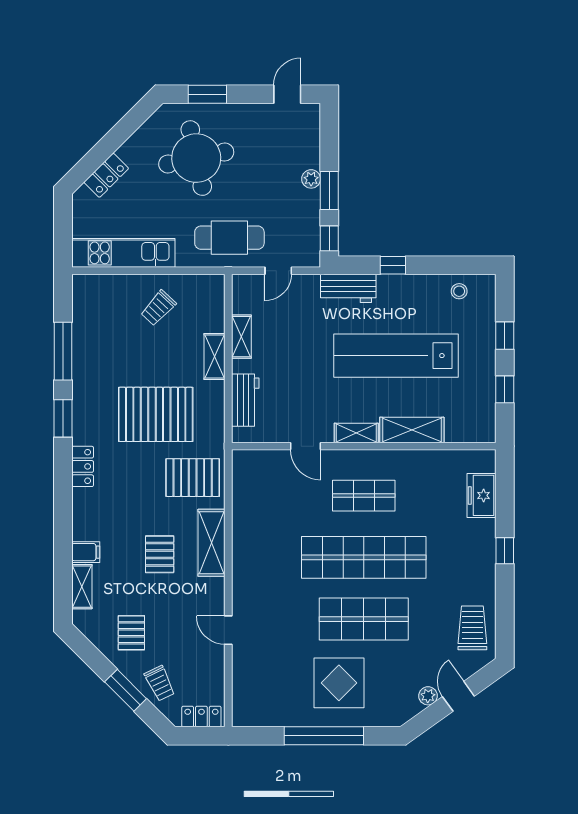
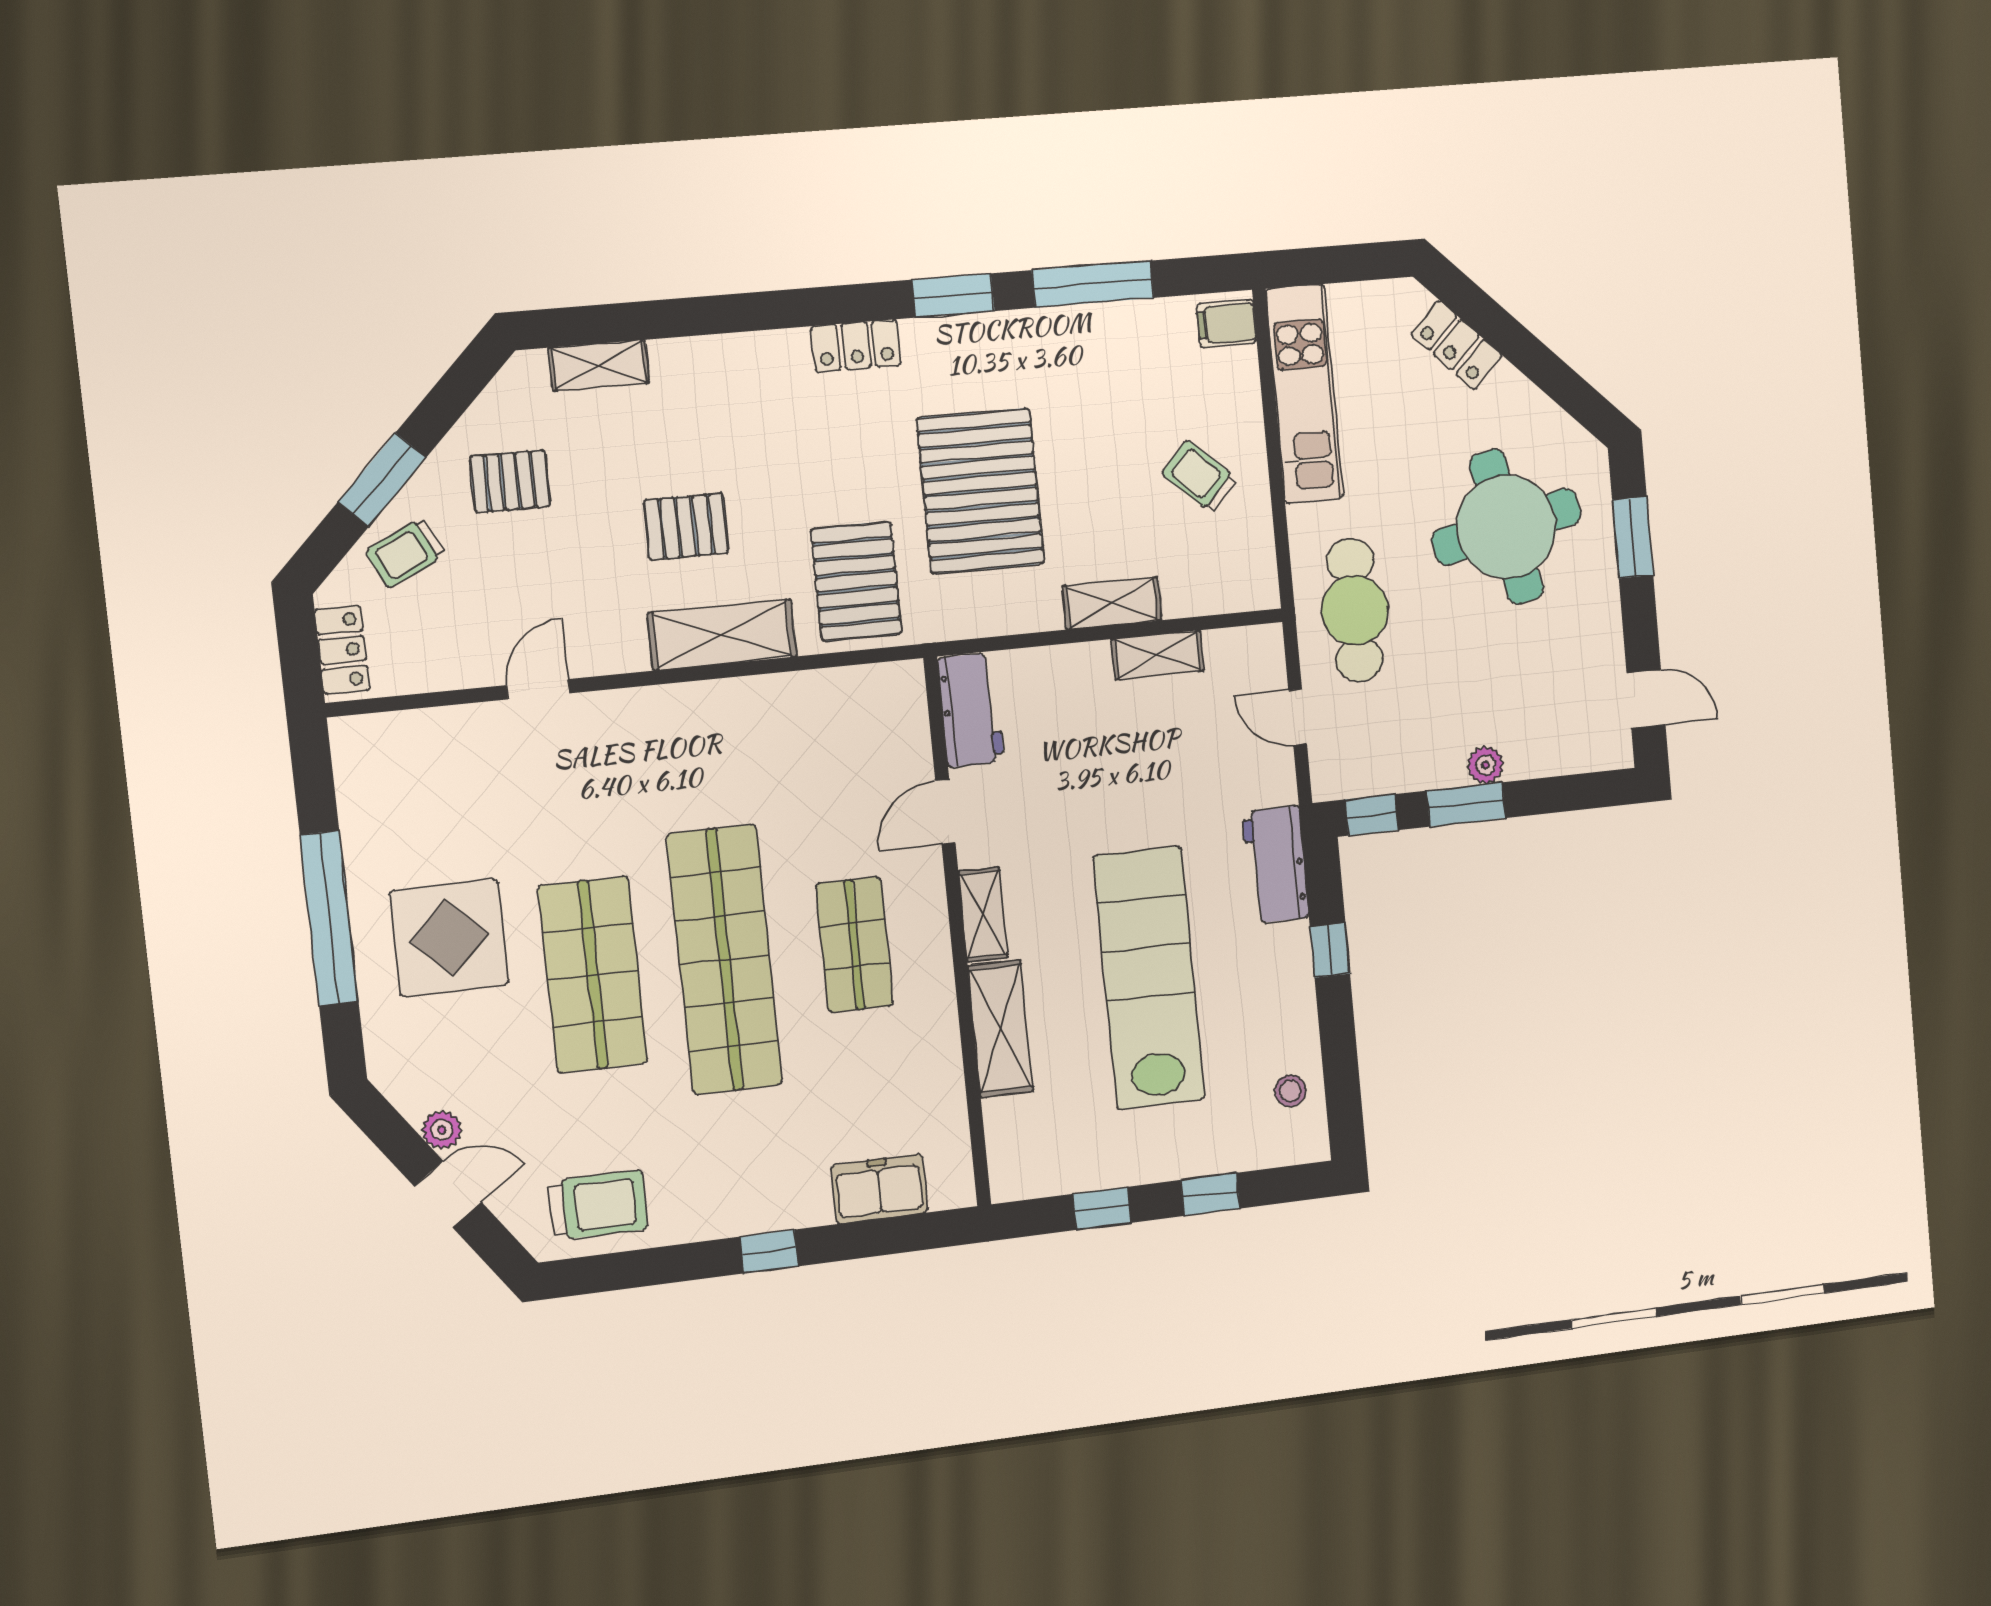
workbench: (245, 400) -> (971, 710), moved, turned -90
filing cabinet: (86, 552) -> (1227, 324), moved, turned 90

